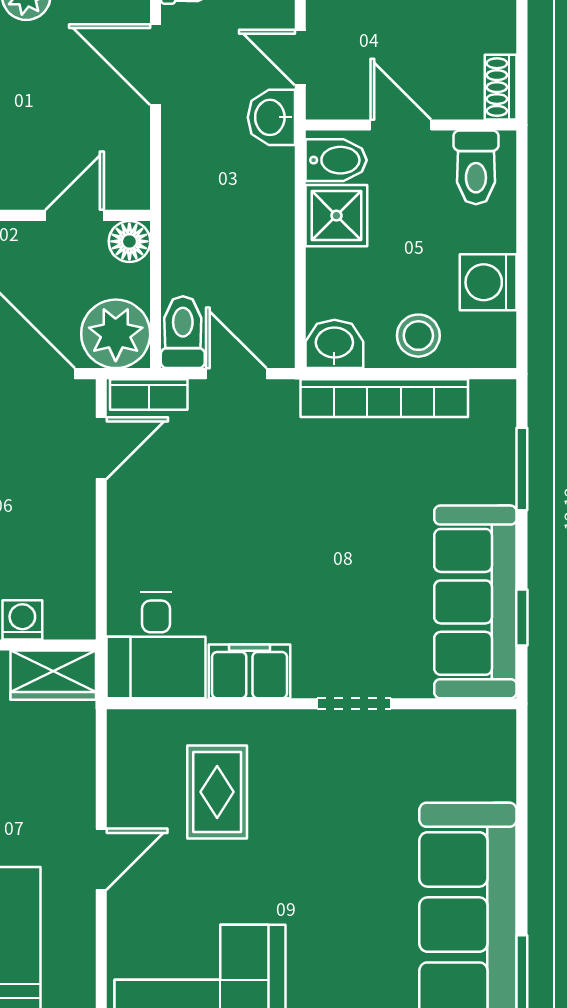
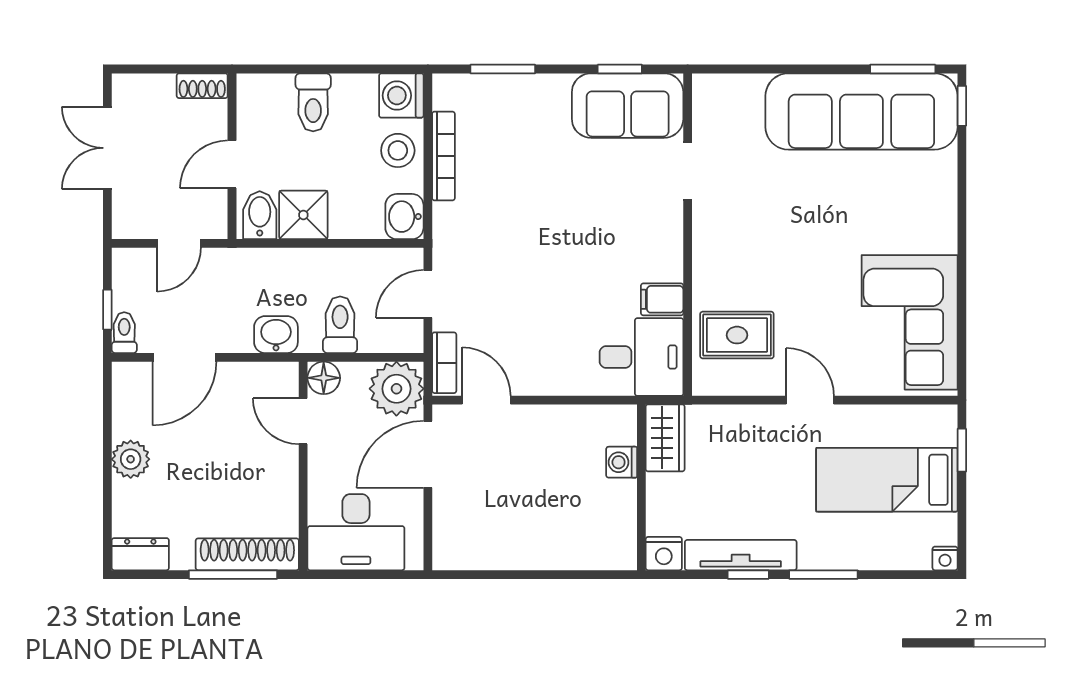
washbasin: (271, 117) -> (276, 335), moved, turned 180
toilet: (476, 167) -> (313, 102), moved, turned 90
washing machine: (488, 282) -> (401, 95), moved, turned 90
toilet: (183, 332) -> (340, 325), moved, turned 90
bookcase: (384, 398) -> (443, 156), width x0.68, depth x0.76
sofa: (475, 602) -> (628, 106), width x0.73
filing cabinet: (249, 671) -> (662, 299), width x0.50
doorway: (354, 704) -> (688, 171), moved
rug: (217, 792) -> (737, 335), moved

